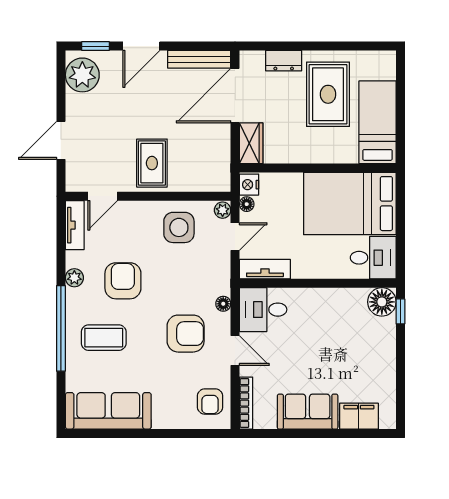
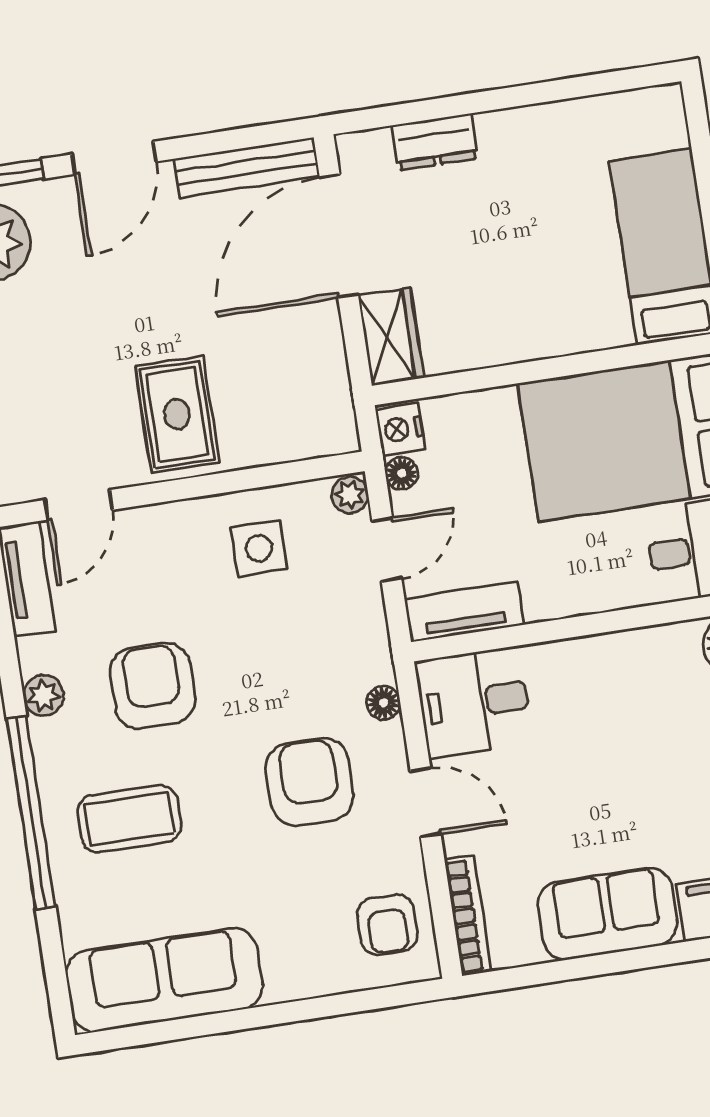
rug: (328, 94) -> (545, 202), removed
side table: (179, 227) -> (259, 548), width x0.73, depth x0.73
armchair: (186, 334) -> (310, 782), turned -90

